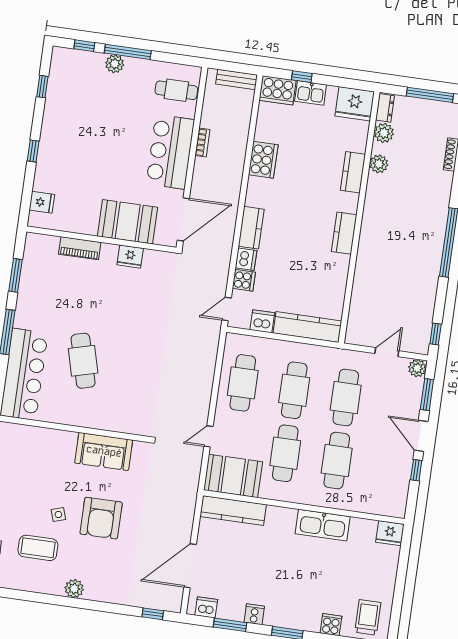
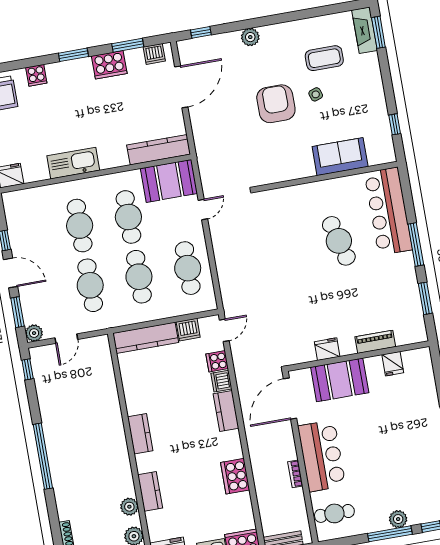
fridge: (42, 202) -> (393, 364), moved, turned -90
sofa: (104, 451) -> (340, 157), moved
plant: (74, 589) -> (250, 37), moved
cooker: (254, 614) -> (109, 65), width x1.87, depth x1.31

